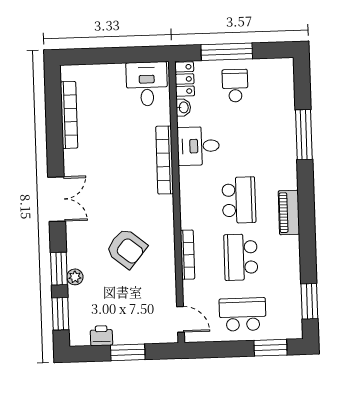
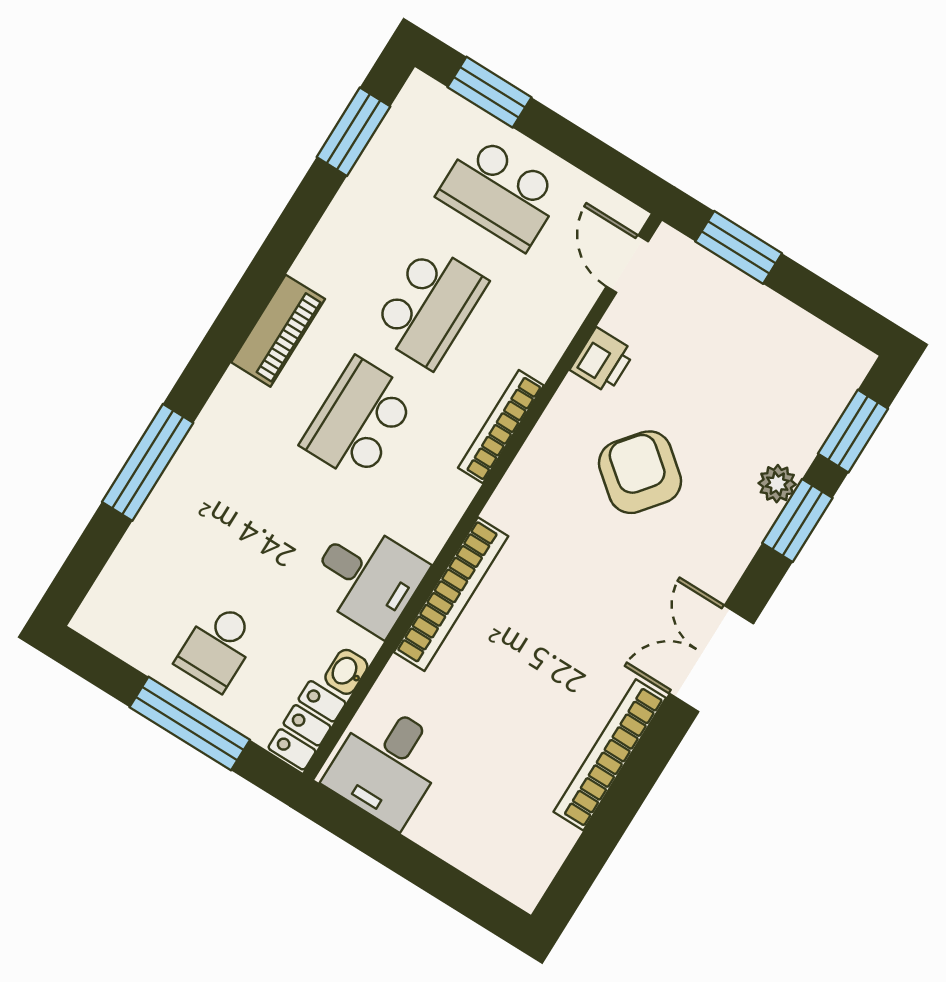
bookcase: (69, 115) -> (610, 755), moved
bookcase: (188, 255) -> (501, 427), moved
printer: (101, 336) -> (602, 360), moved, turned -90
window: (128, 352) -> (739, 247), moved

